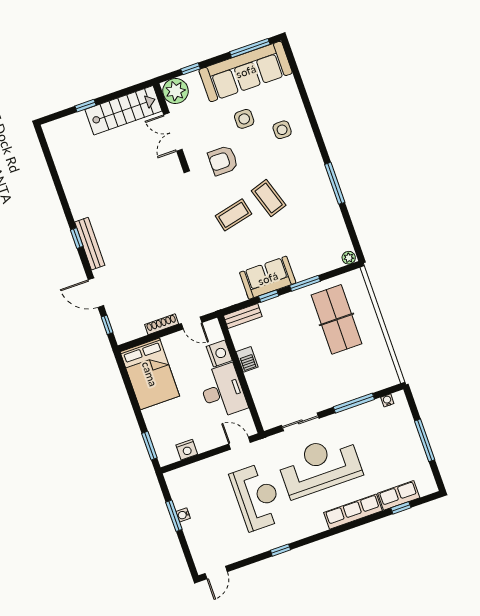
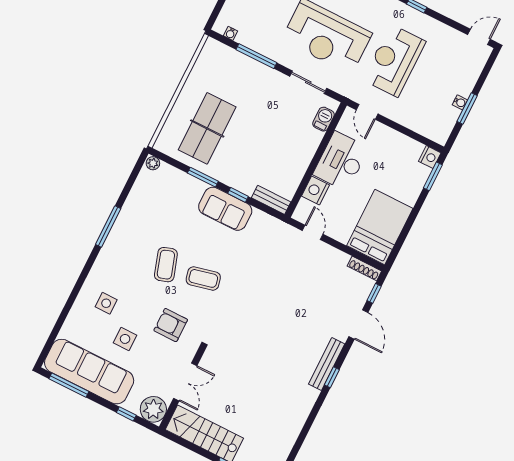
armchair: (223, 160) -> (171, 325), turned 180
shoe rack: (162, 324) -> (364, 268), moved
barbecue: (247, 359) -> (323, 119), moved
nightstand: (187, 450) -> (430, 157), moved, turned 90

